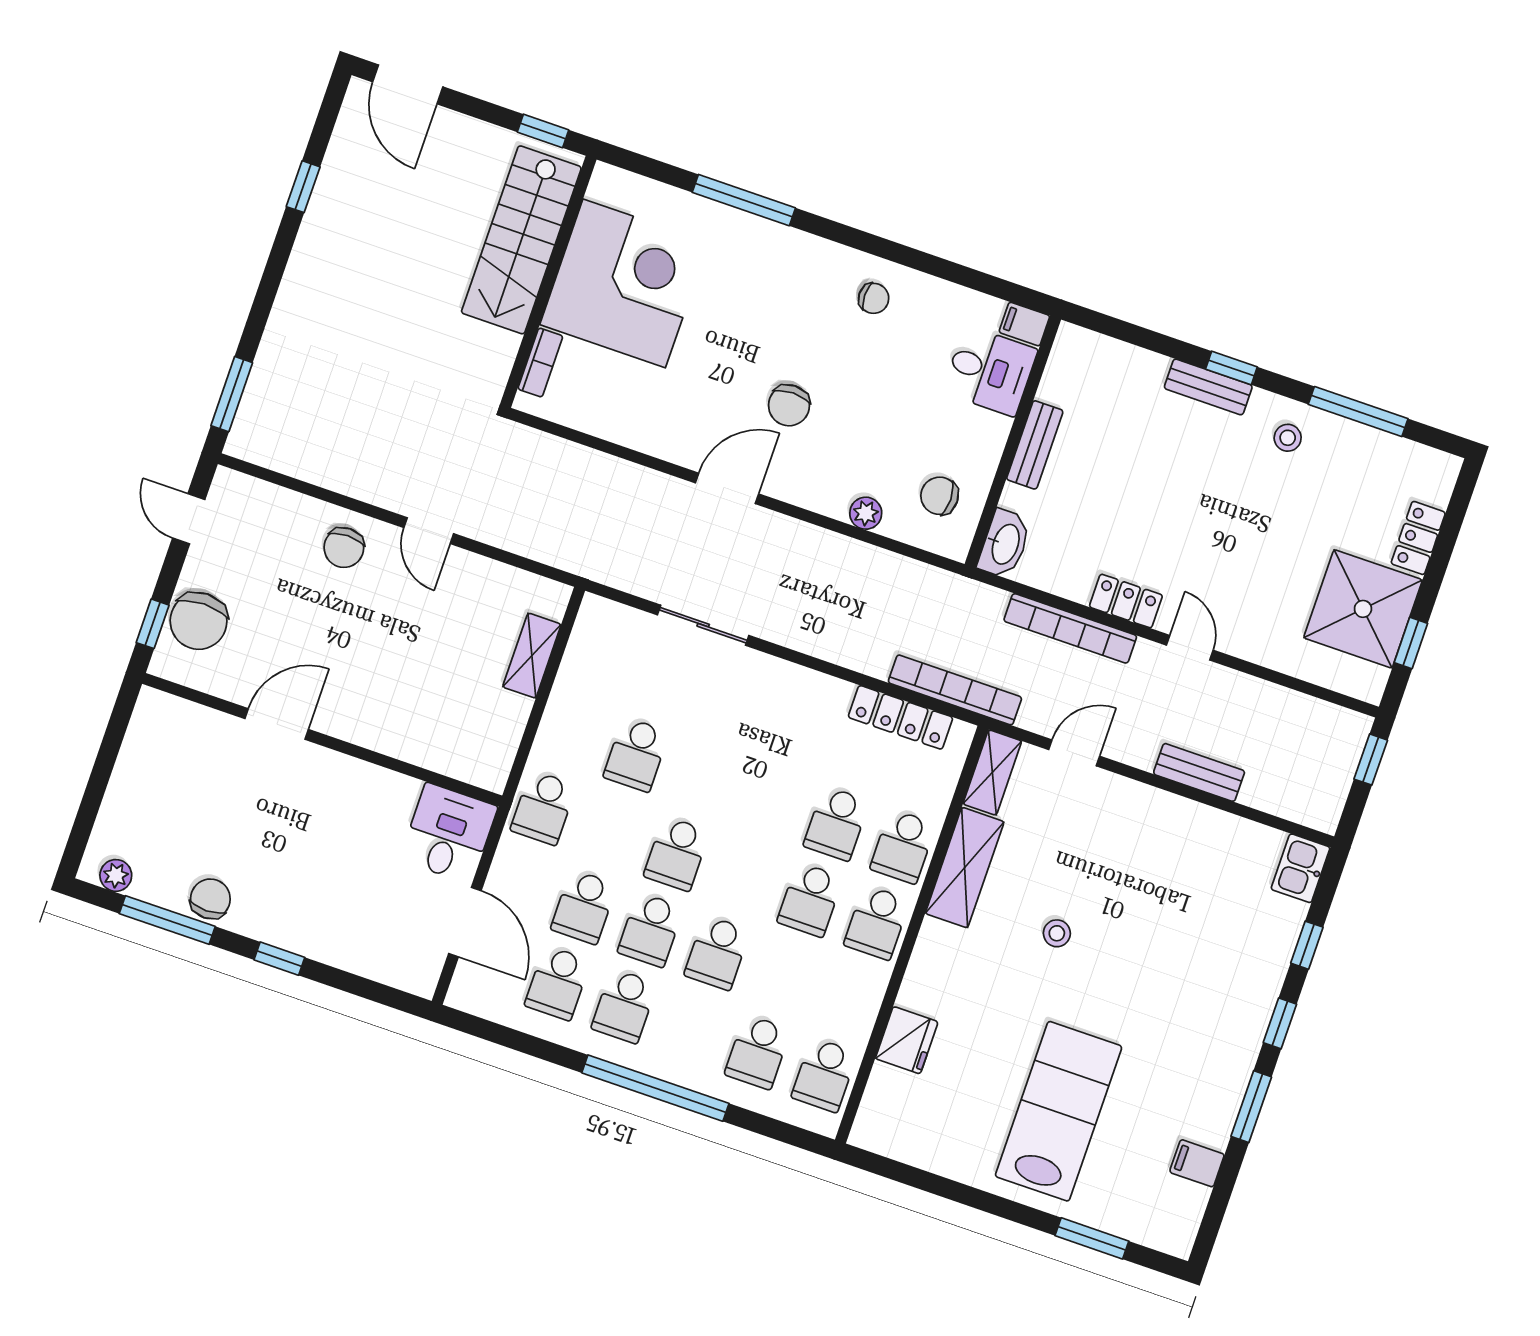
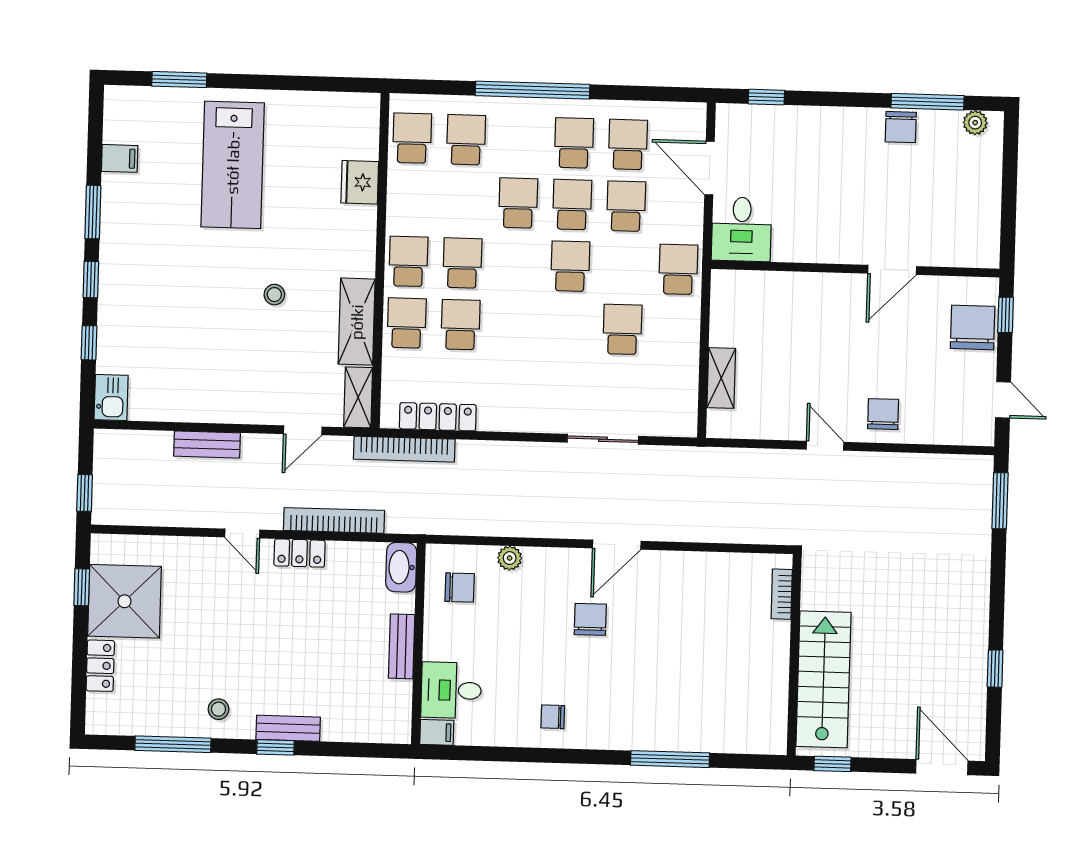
corner desk: (624, 283) -> (738, 671), removed
window: (279, 959) -> (766, 97), moved

